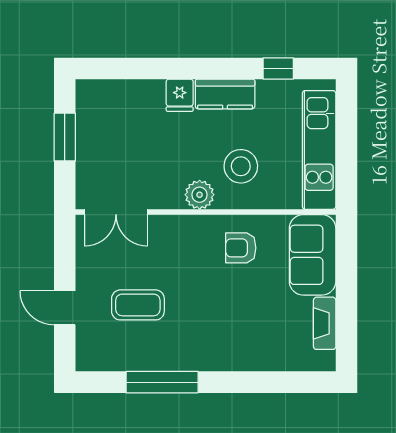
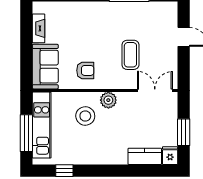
kitchen counter: (225, 94) -> (145, 156), moved
fridge: (180, 95) -> (170, 156), moved
window: (346, 136) -> (26, 133), added
coffee table: (138, 305) -> (130, 55), moved, turned 90

